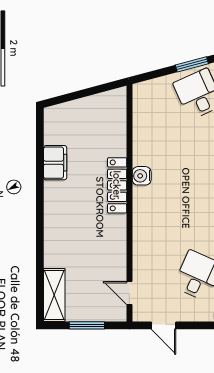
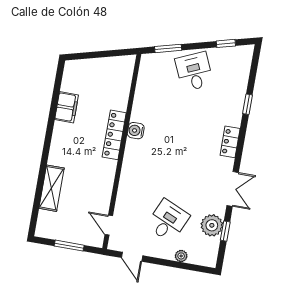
window: (192, 64) -> (168, 48), moved
shelving: (54, 295) -> (52, 188), moved

